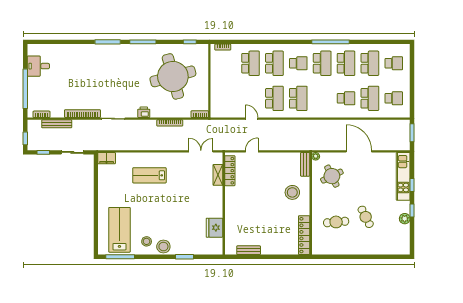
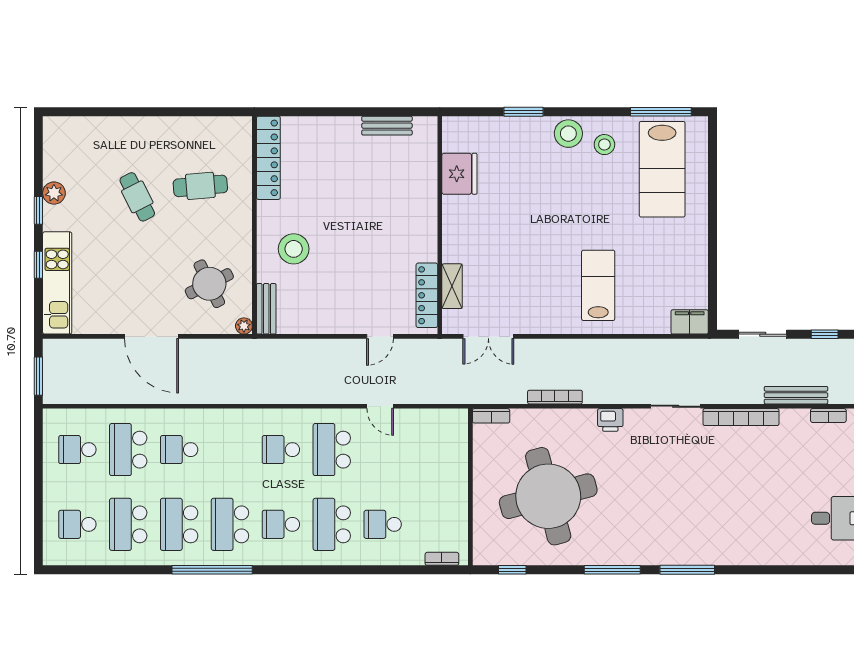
school desk: (251, 63) -> (383, 524), width x0.54
school desk: (298, 98) -> (281, 450), width x0.54
lab bench: (149, 175) -> (598, 285), turned -90

